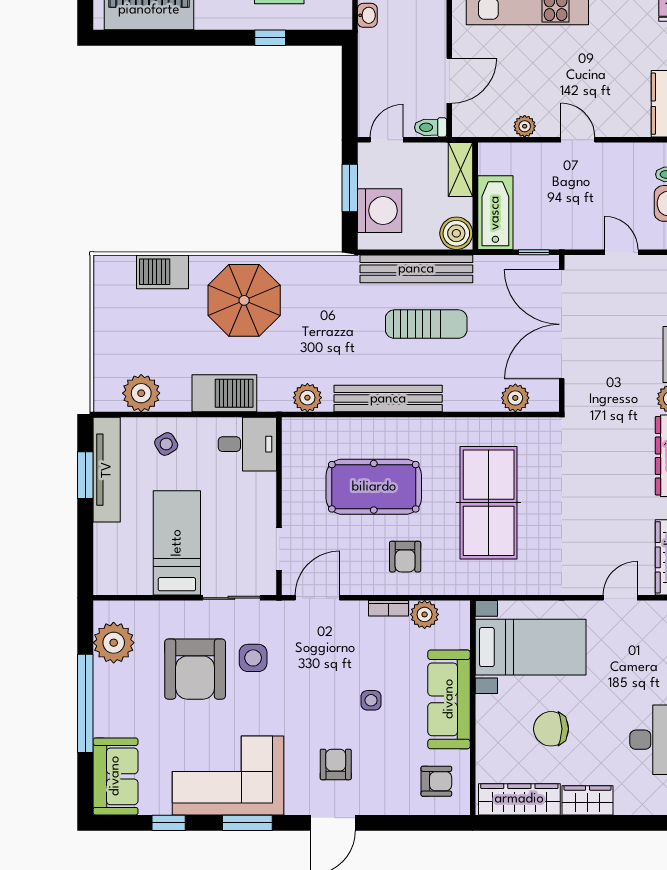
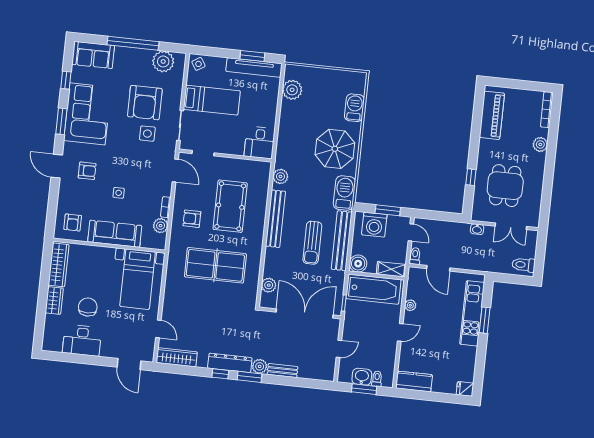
bathtub: (495, 213) -> (373, 289), width x1.36, depth x1.36
barbecue: (224, 393) -> (344, 193), moved, turned 180
side table: (166, 444) -> (198, 64), moved
armchair: (195, 669) -> (145, 103), turned -90
chair: (551, 729) -> (88, 307), moved

